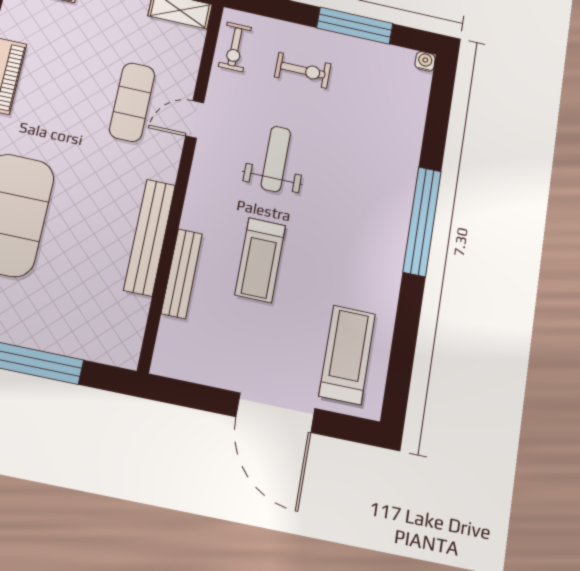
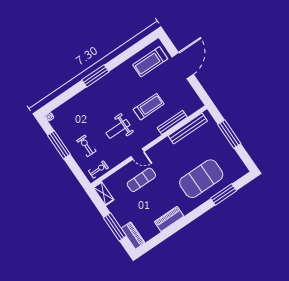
door: (195, 119) -> (137, 154), moved
window: (422, 221) -> (95, 76), width x0.68
bench: (150, 237) -> (188, 128), moved

